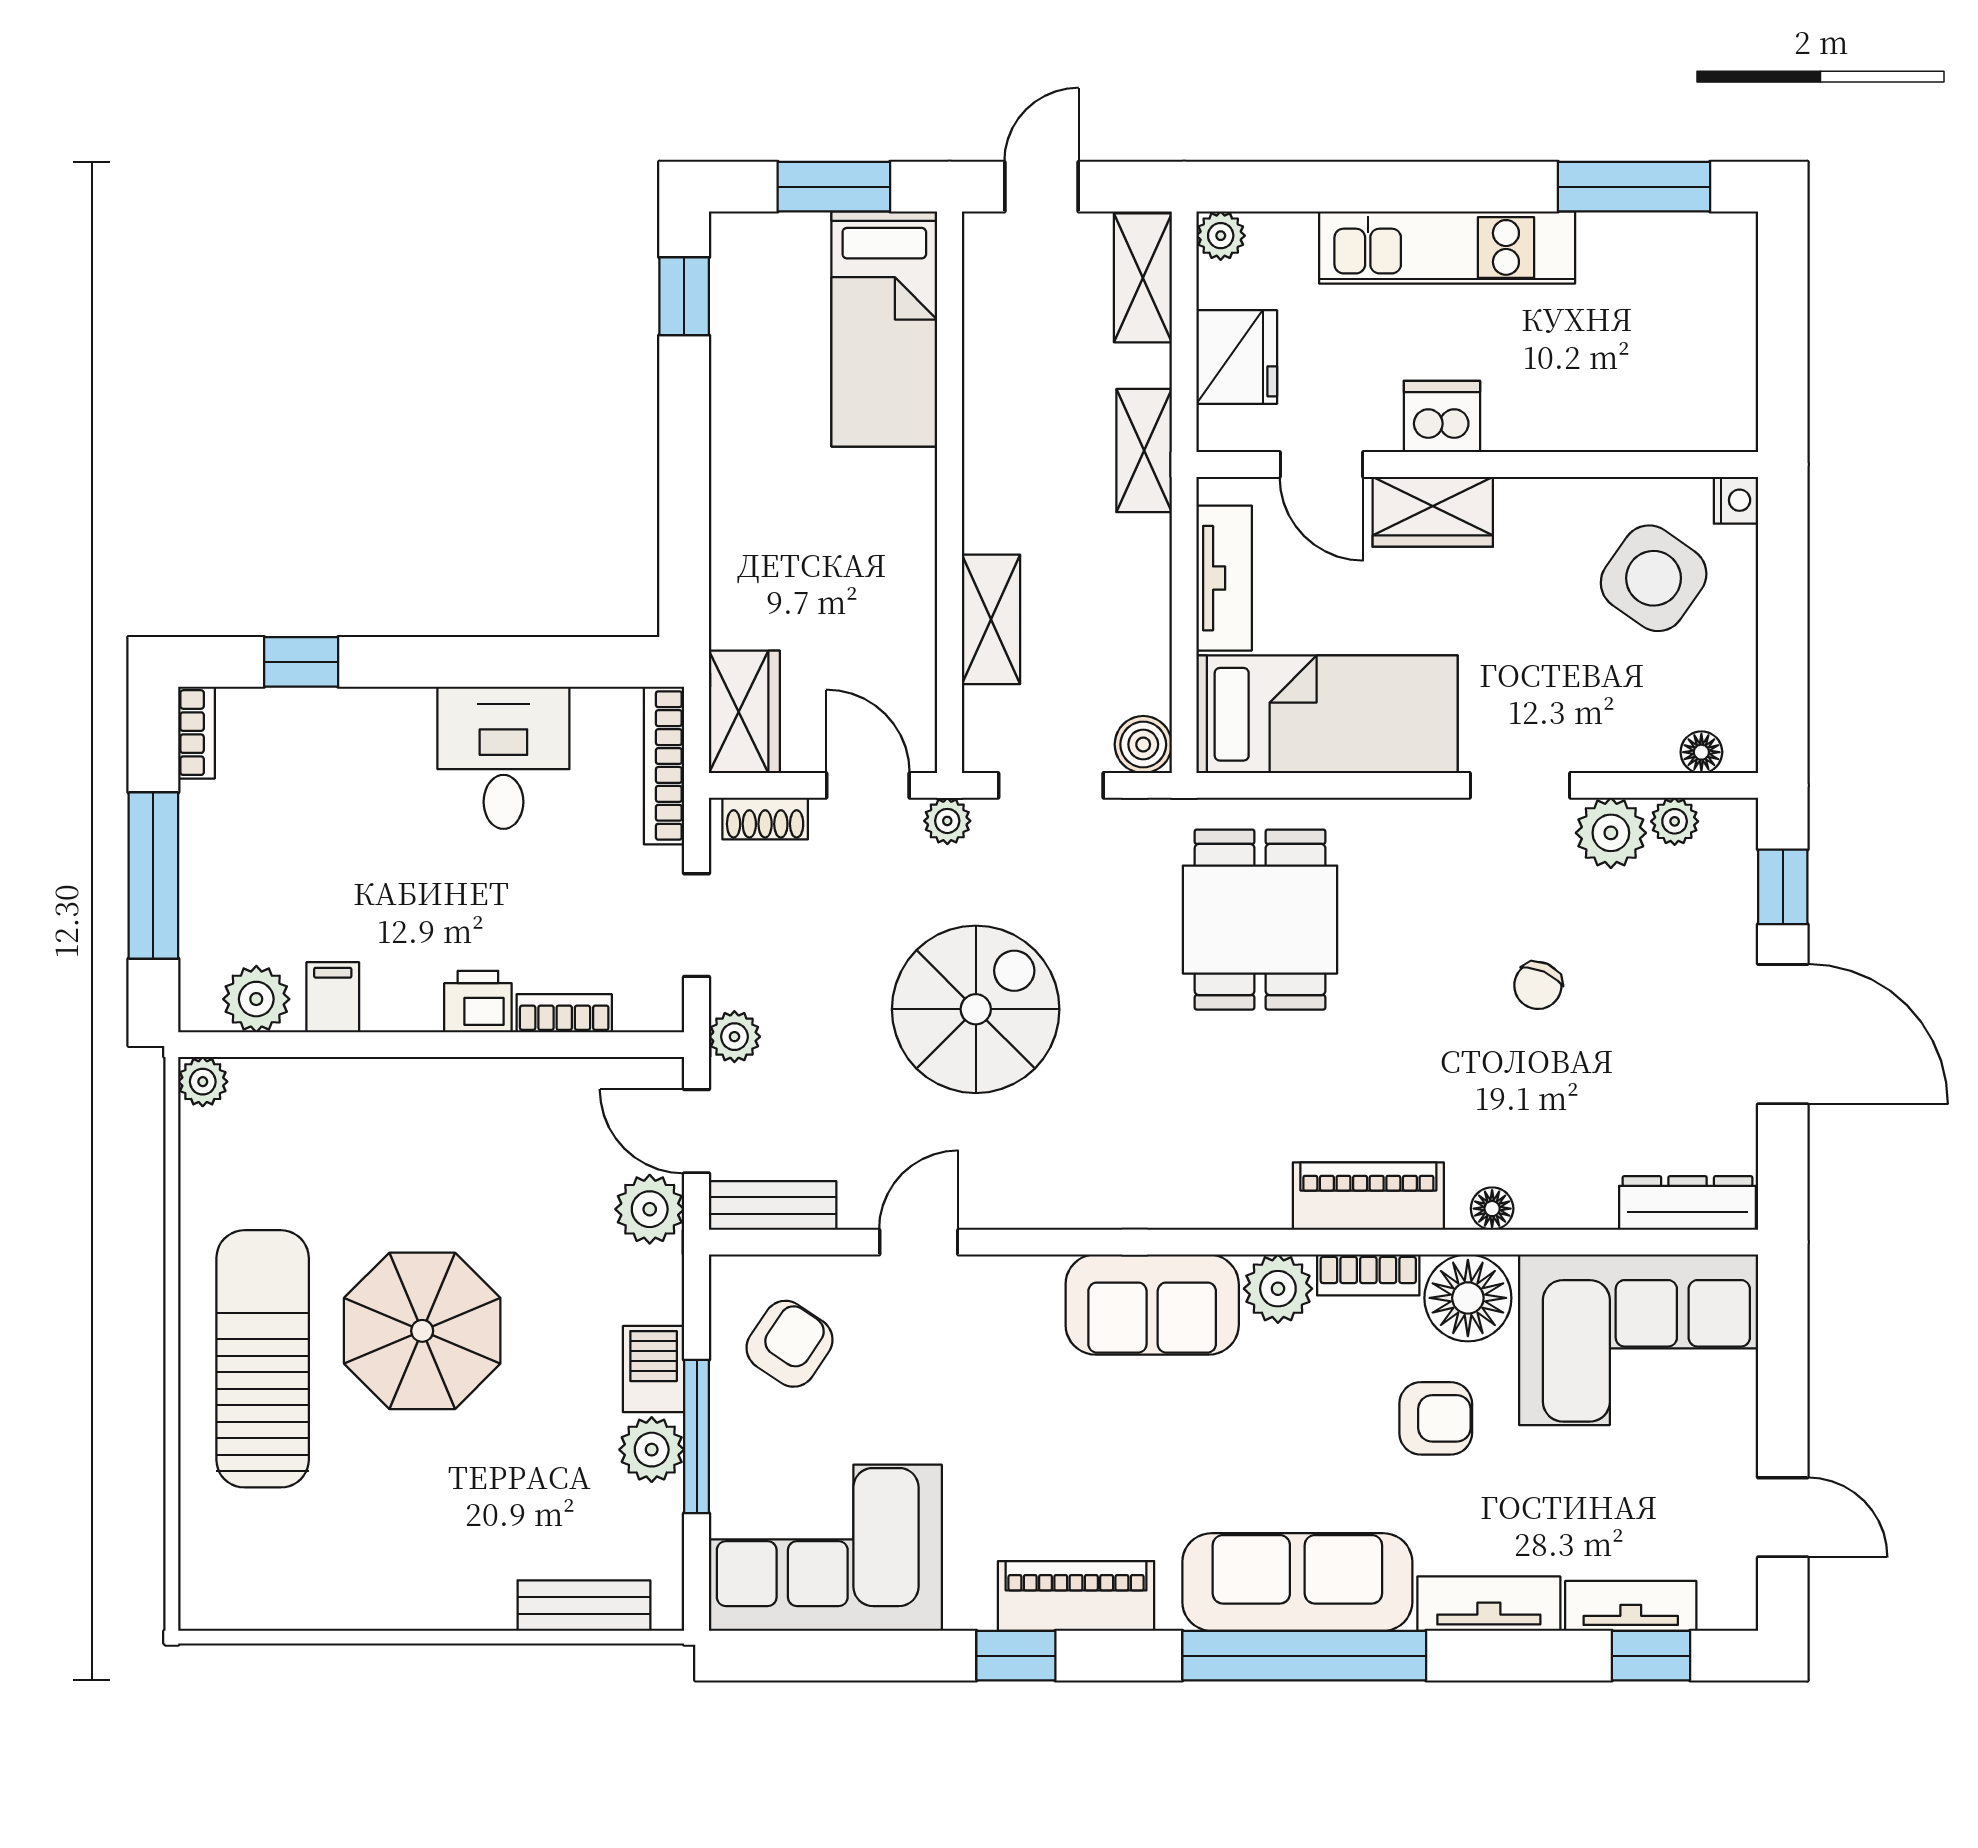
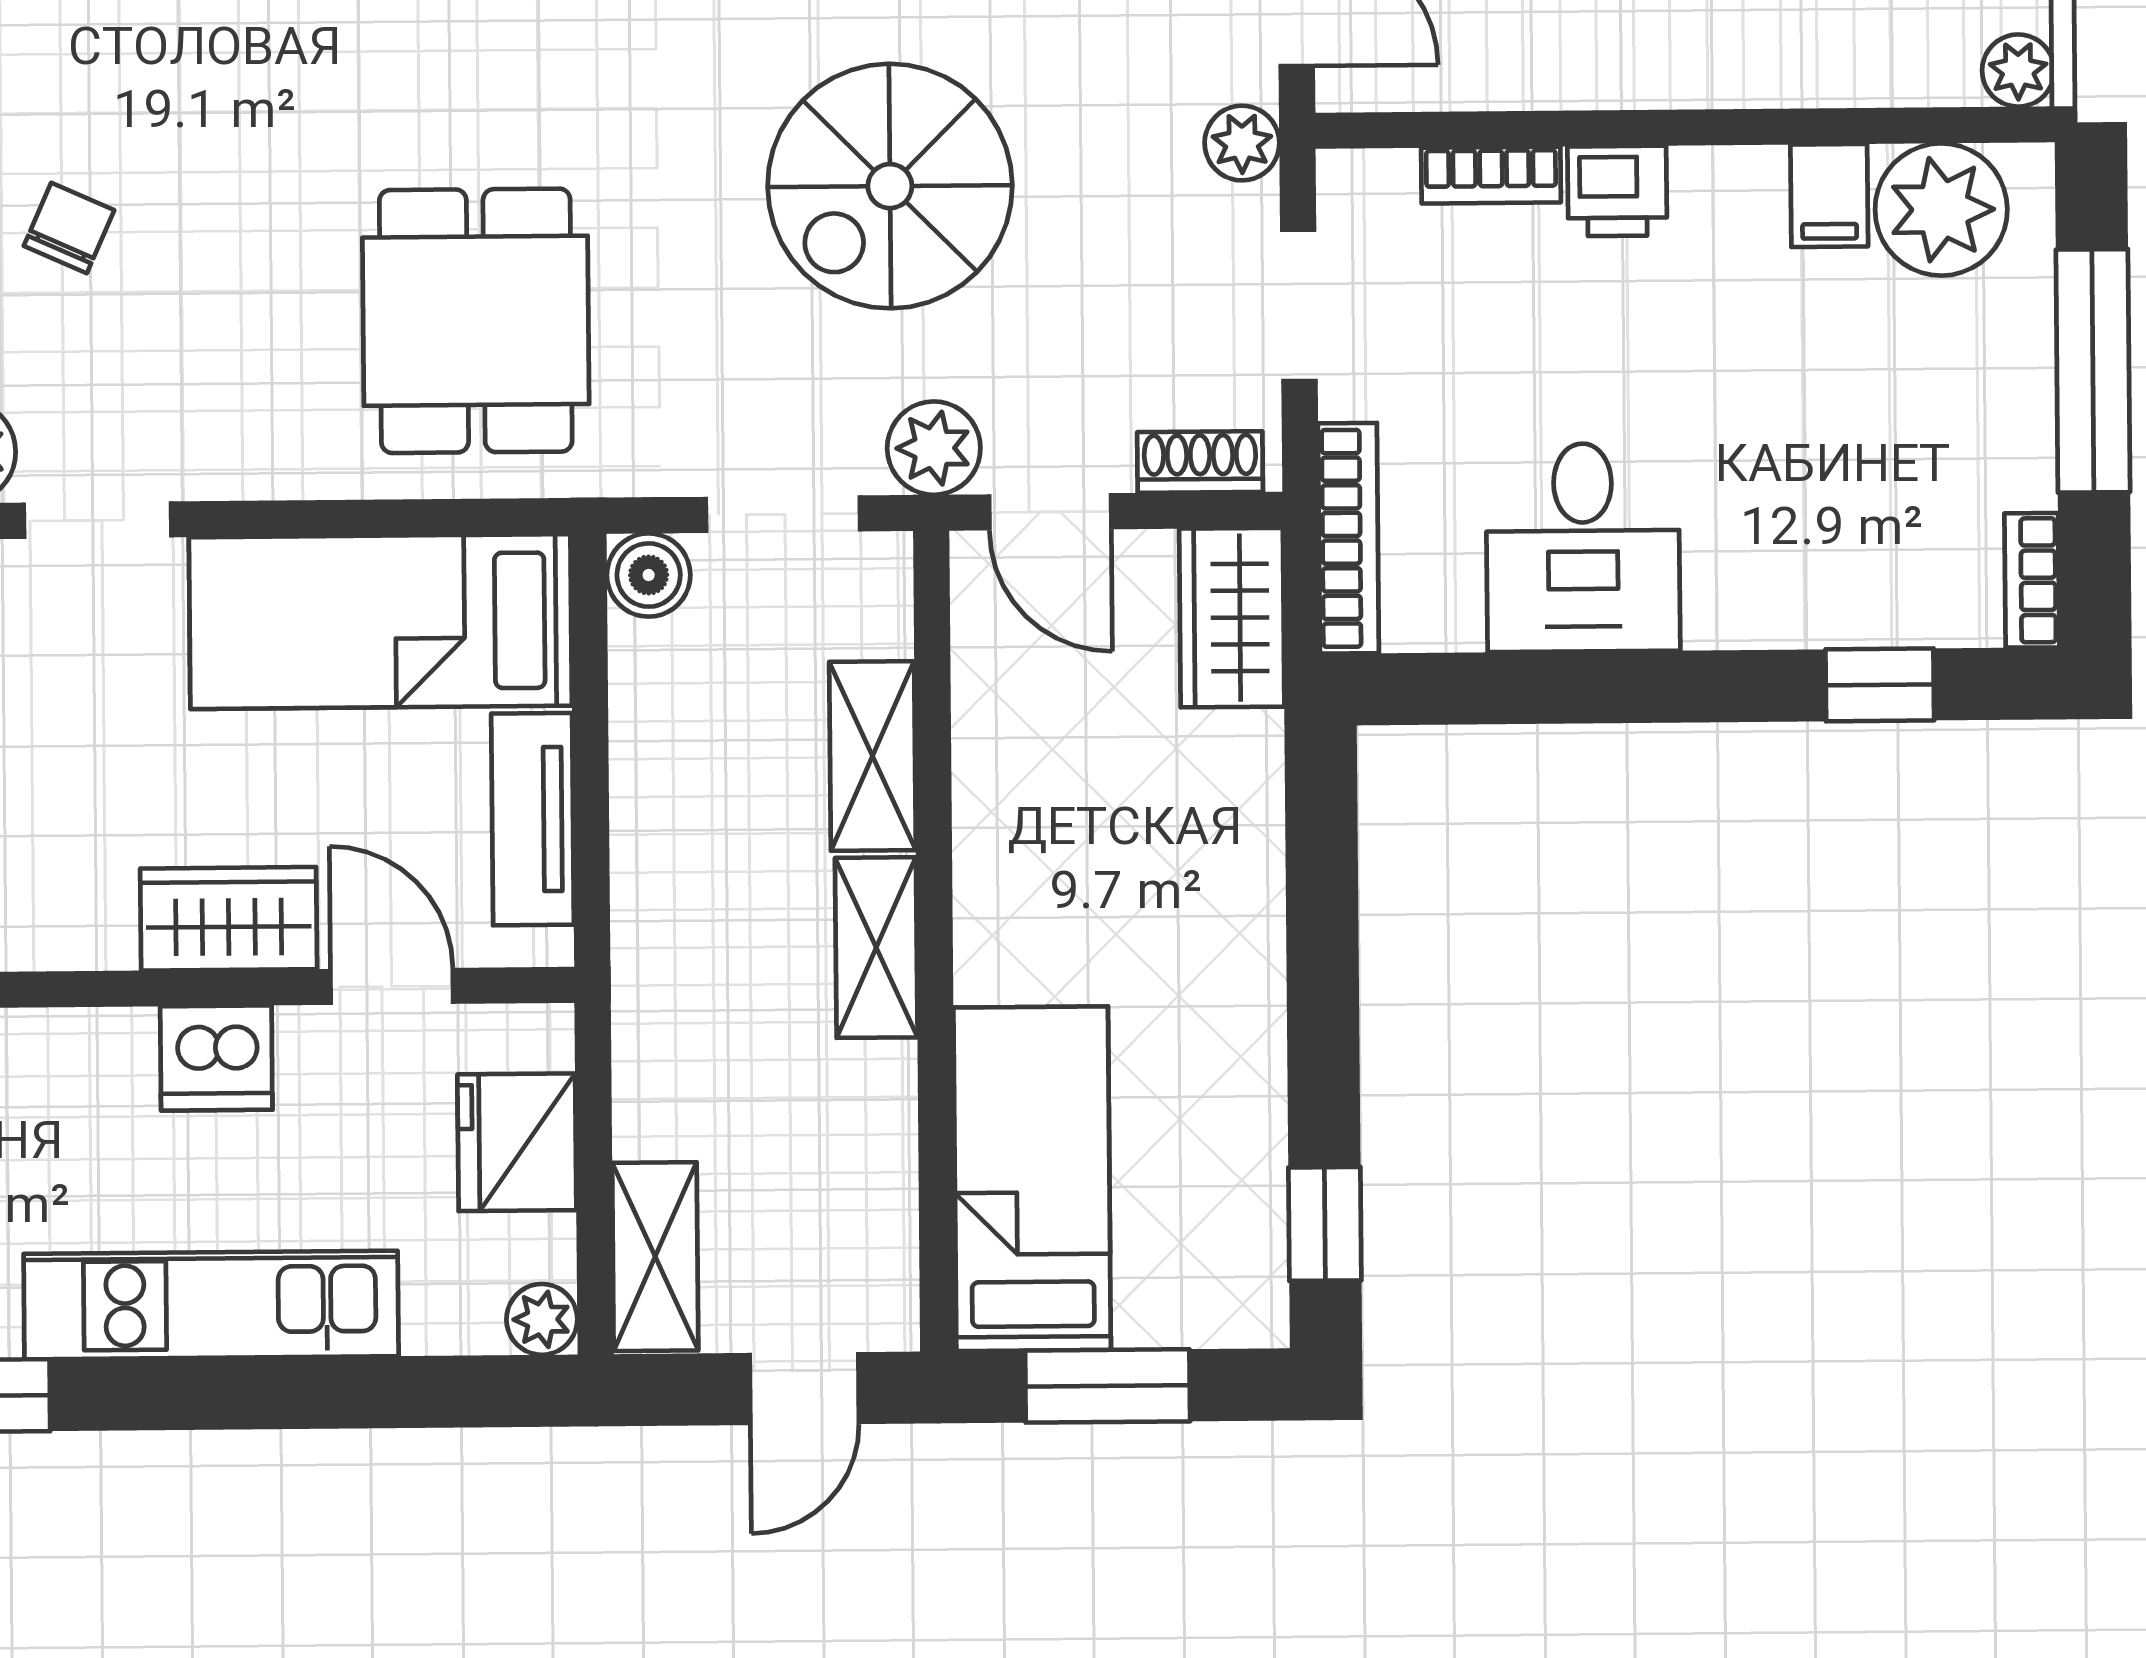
shelving: (1144, 451) -> (876, 948), moved
plant: (947, 821) -> (934, 448), width x1.38, depth x1.38
plant: (256, 999) -> (1941, 209), width x1.36, depth x1.36

